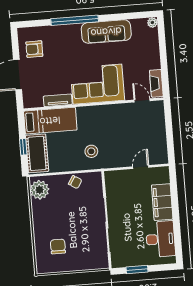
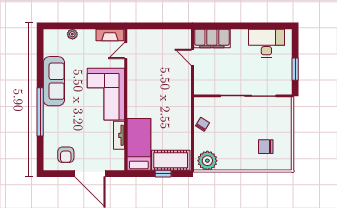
plant: (152, 23) -> (72, 34), moved
stool: (91, 151) -> (173, 106), removed
filing cabinet: (162, 202) -> (212, 39), moved

